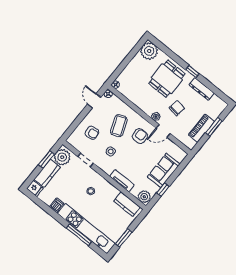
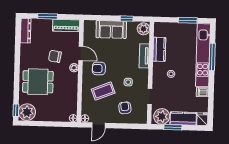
window: (192, 72) -> (16, 110), moved
dresser: (202, 89) -> (26, 31), moved
piano: (201, 128) -> (66, 25), moved
kitchen counter: (127, 204) -> (159, 49), moved

